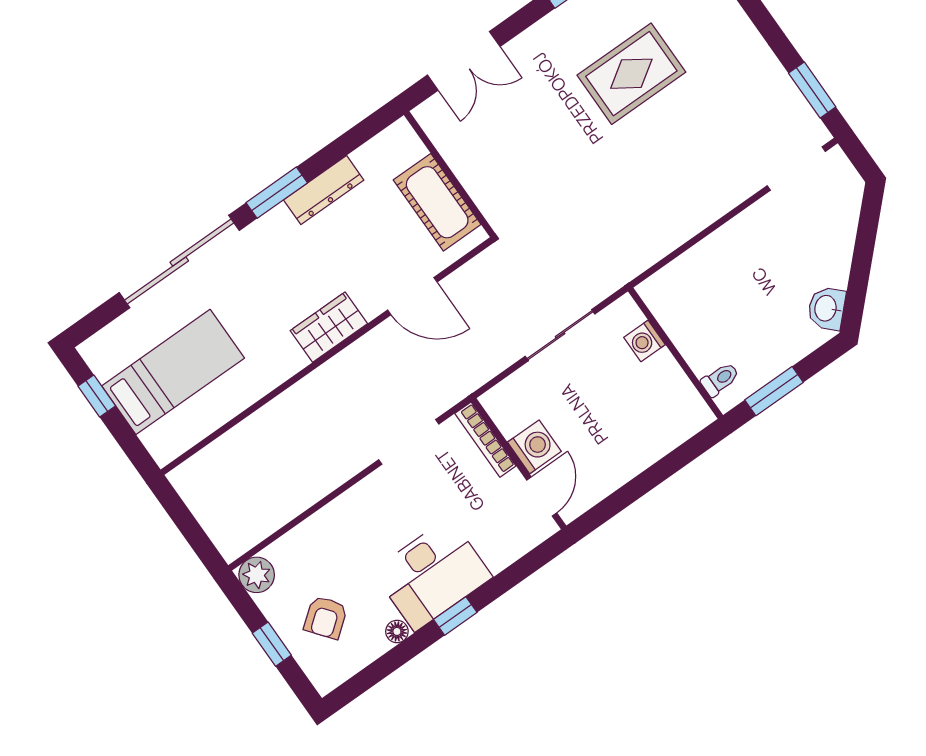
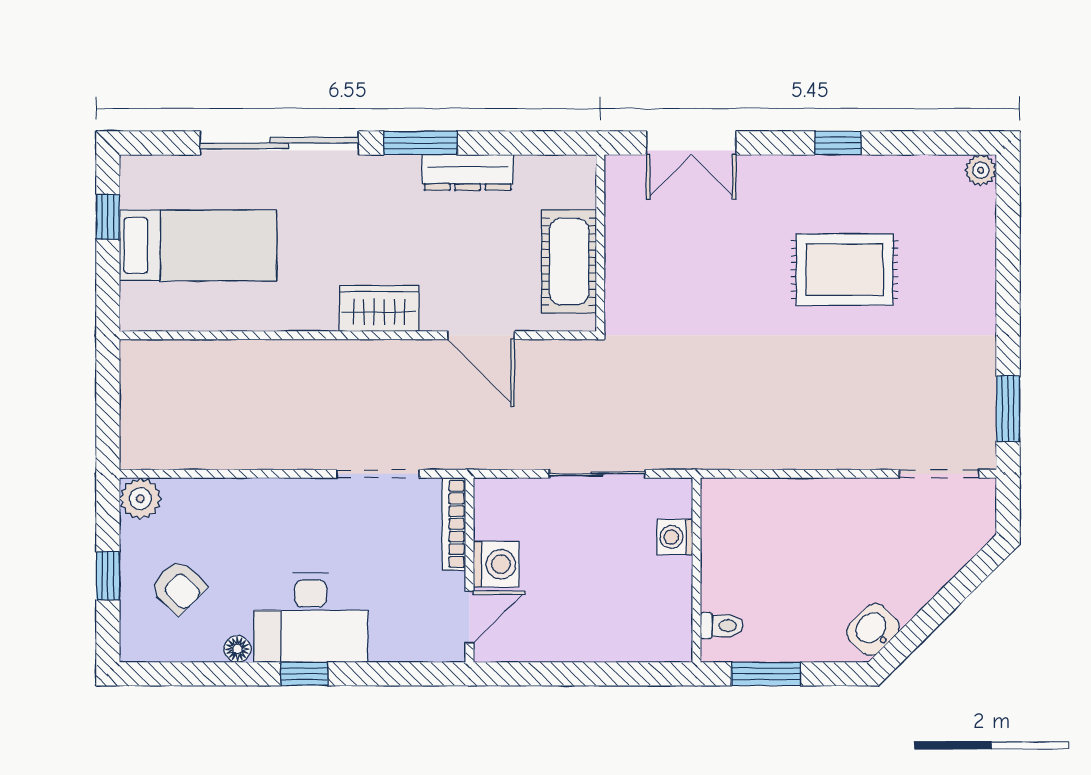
armchair: (326, 617) -> (178, 587), turned -98

